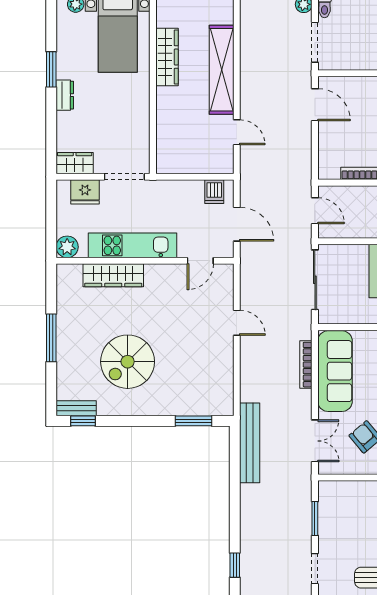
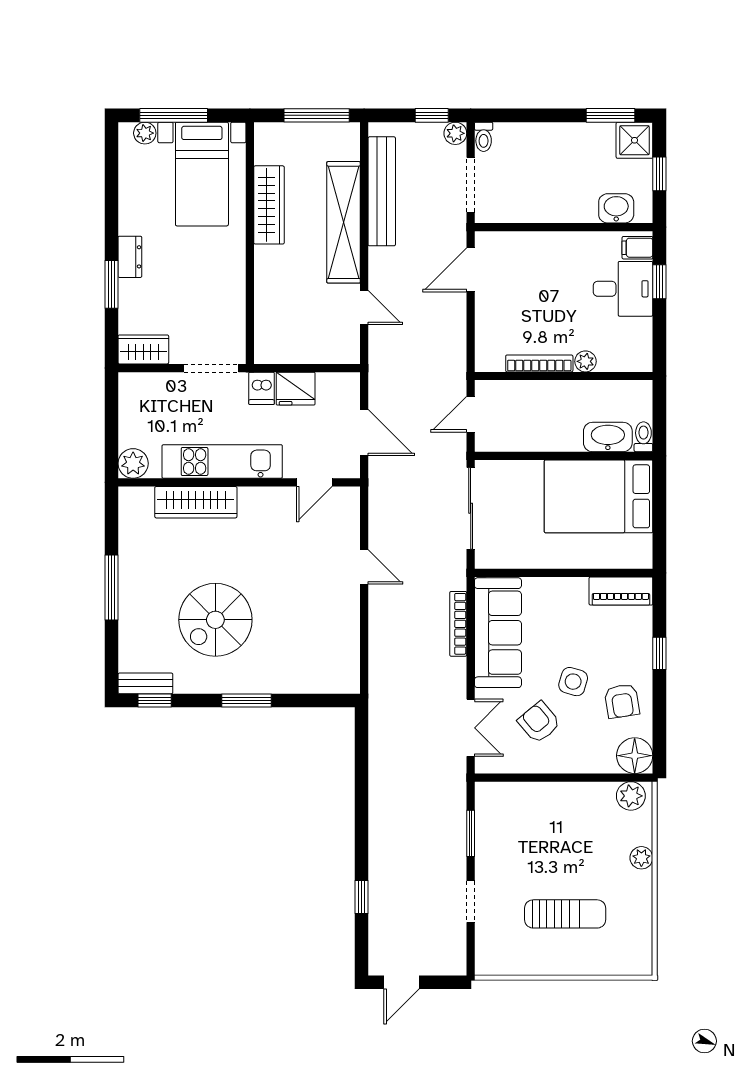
window: (51, 69) -> (112, 284), moved
door: (315, 105) -> (471, 270), swing flipped
fridge: (85, 192) -> (296, 389), moved
dishwasher: (214, 192) -> (262, 388), moved
door: (315, 211) -> (471, 414), swing flipped
window: (194, 421) -> (247, 700), moved
bench: (250, 443) -> (382, 191), moved

